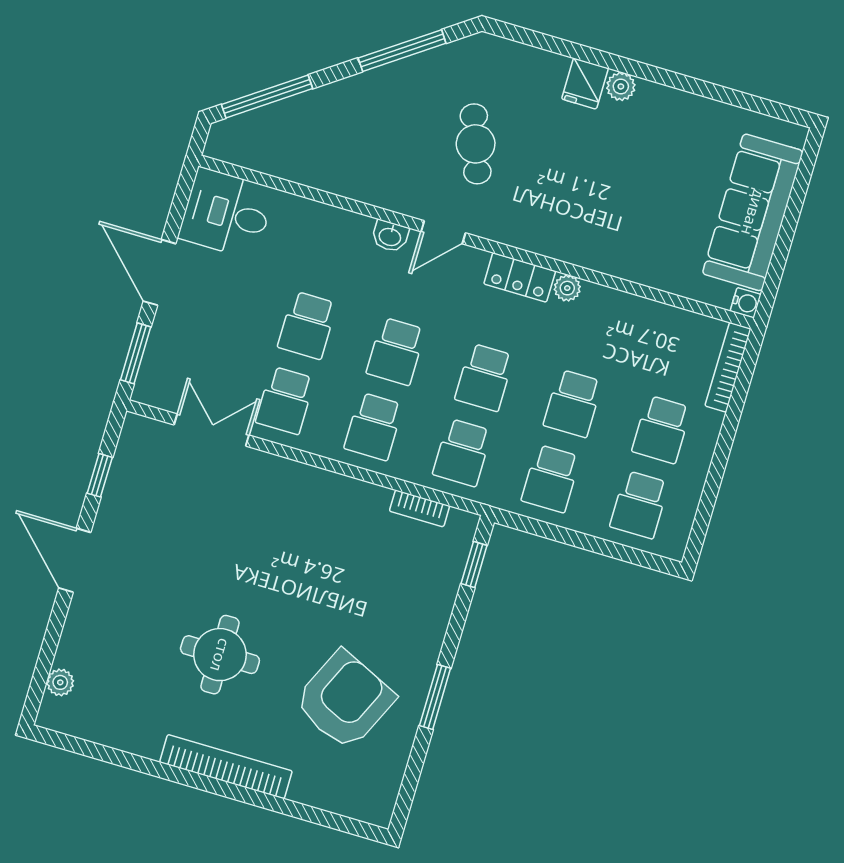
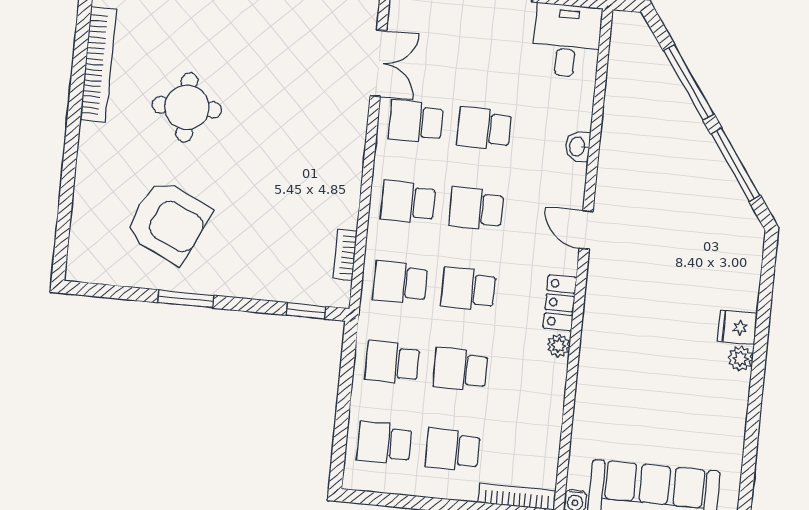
window: (267, 96) -> (689, 82), moved
cafe table: (476, 144) -> (667, 243), removed
washbasin: (390, 236) -> (578, 147), moved
bookcase: (226, 767) -> (98, 65), moved

